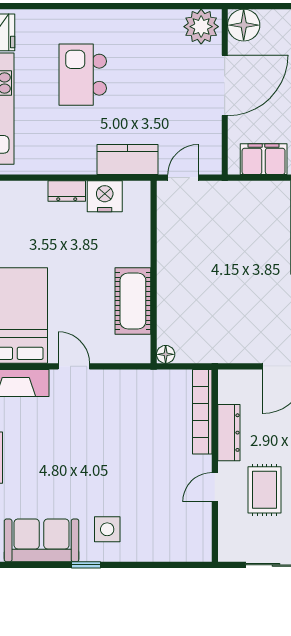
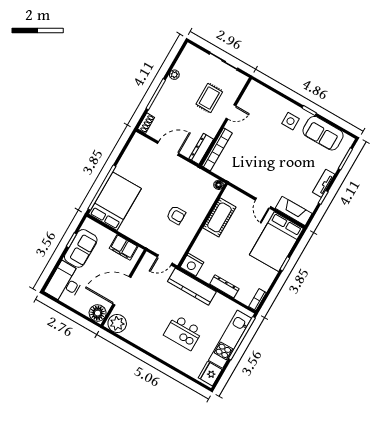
kitchen island: (83, 75) -> (183, 333), turned 90
kitchen counter: (127, 160) -> (192, 287), width x1.50
dresser: (67, 191) -> (224, 286), width x1.44
nightstand: (105, 196) -> (192, 265), moved
armchair: (207, 263) -> (176, 215), added
dresser: (229, 433) -> (201, 149), moved

